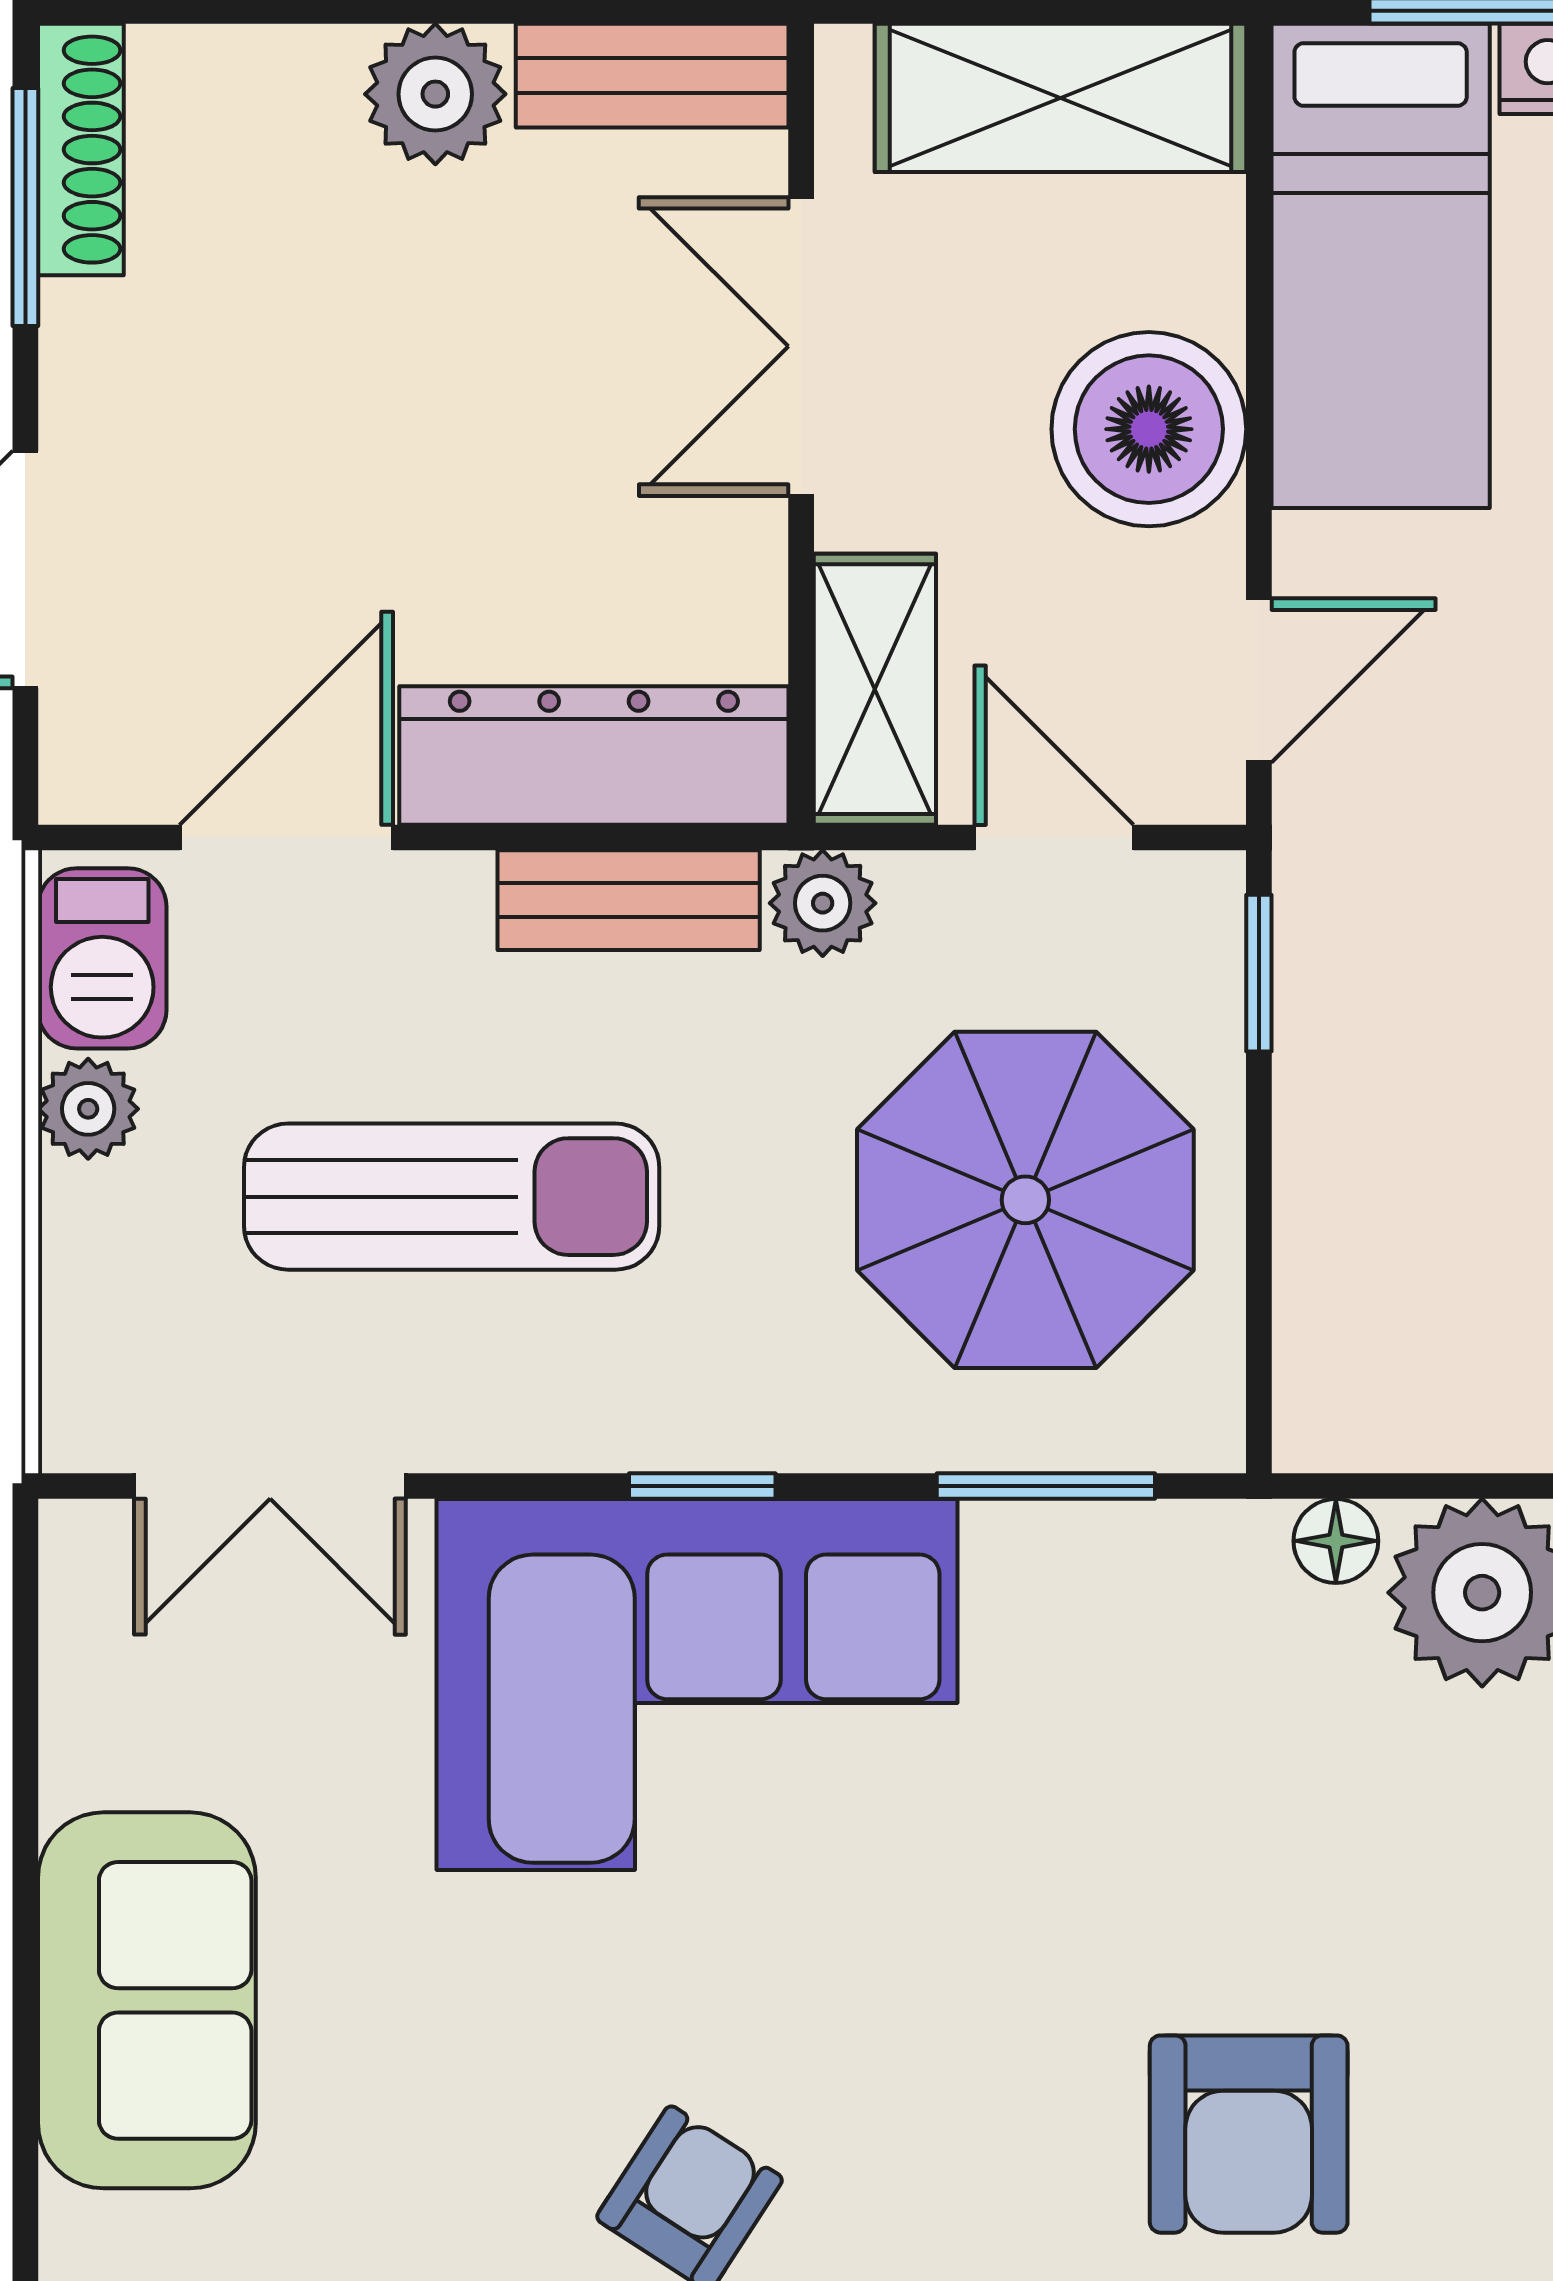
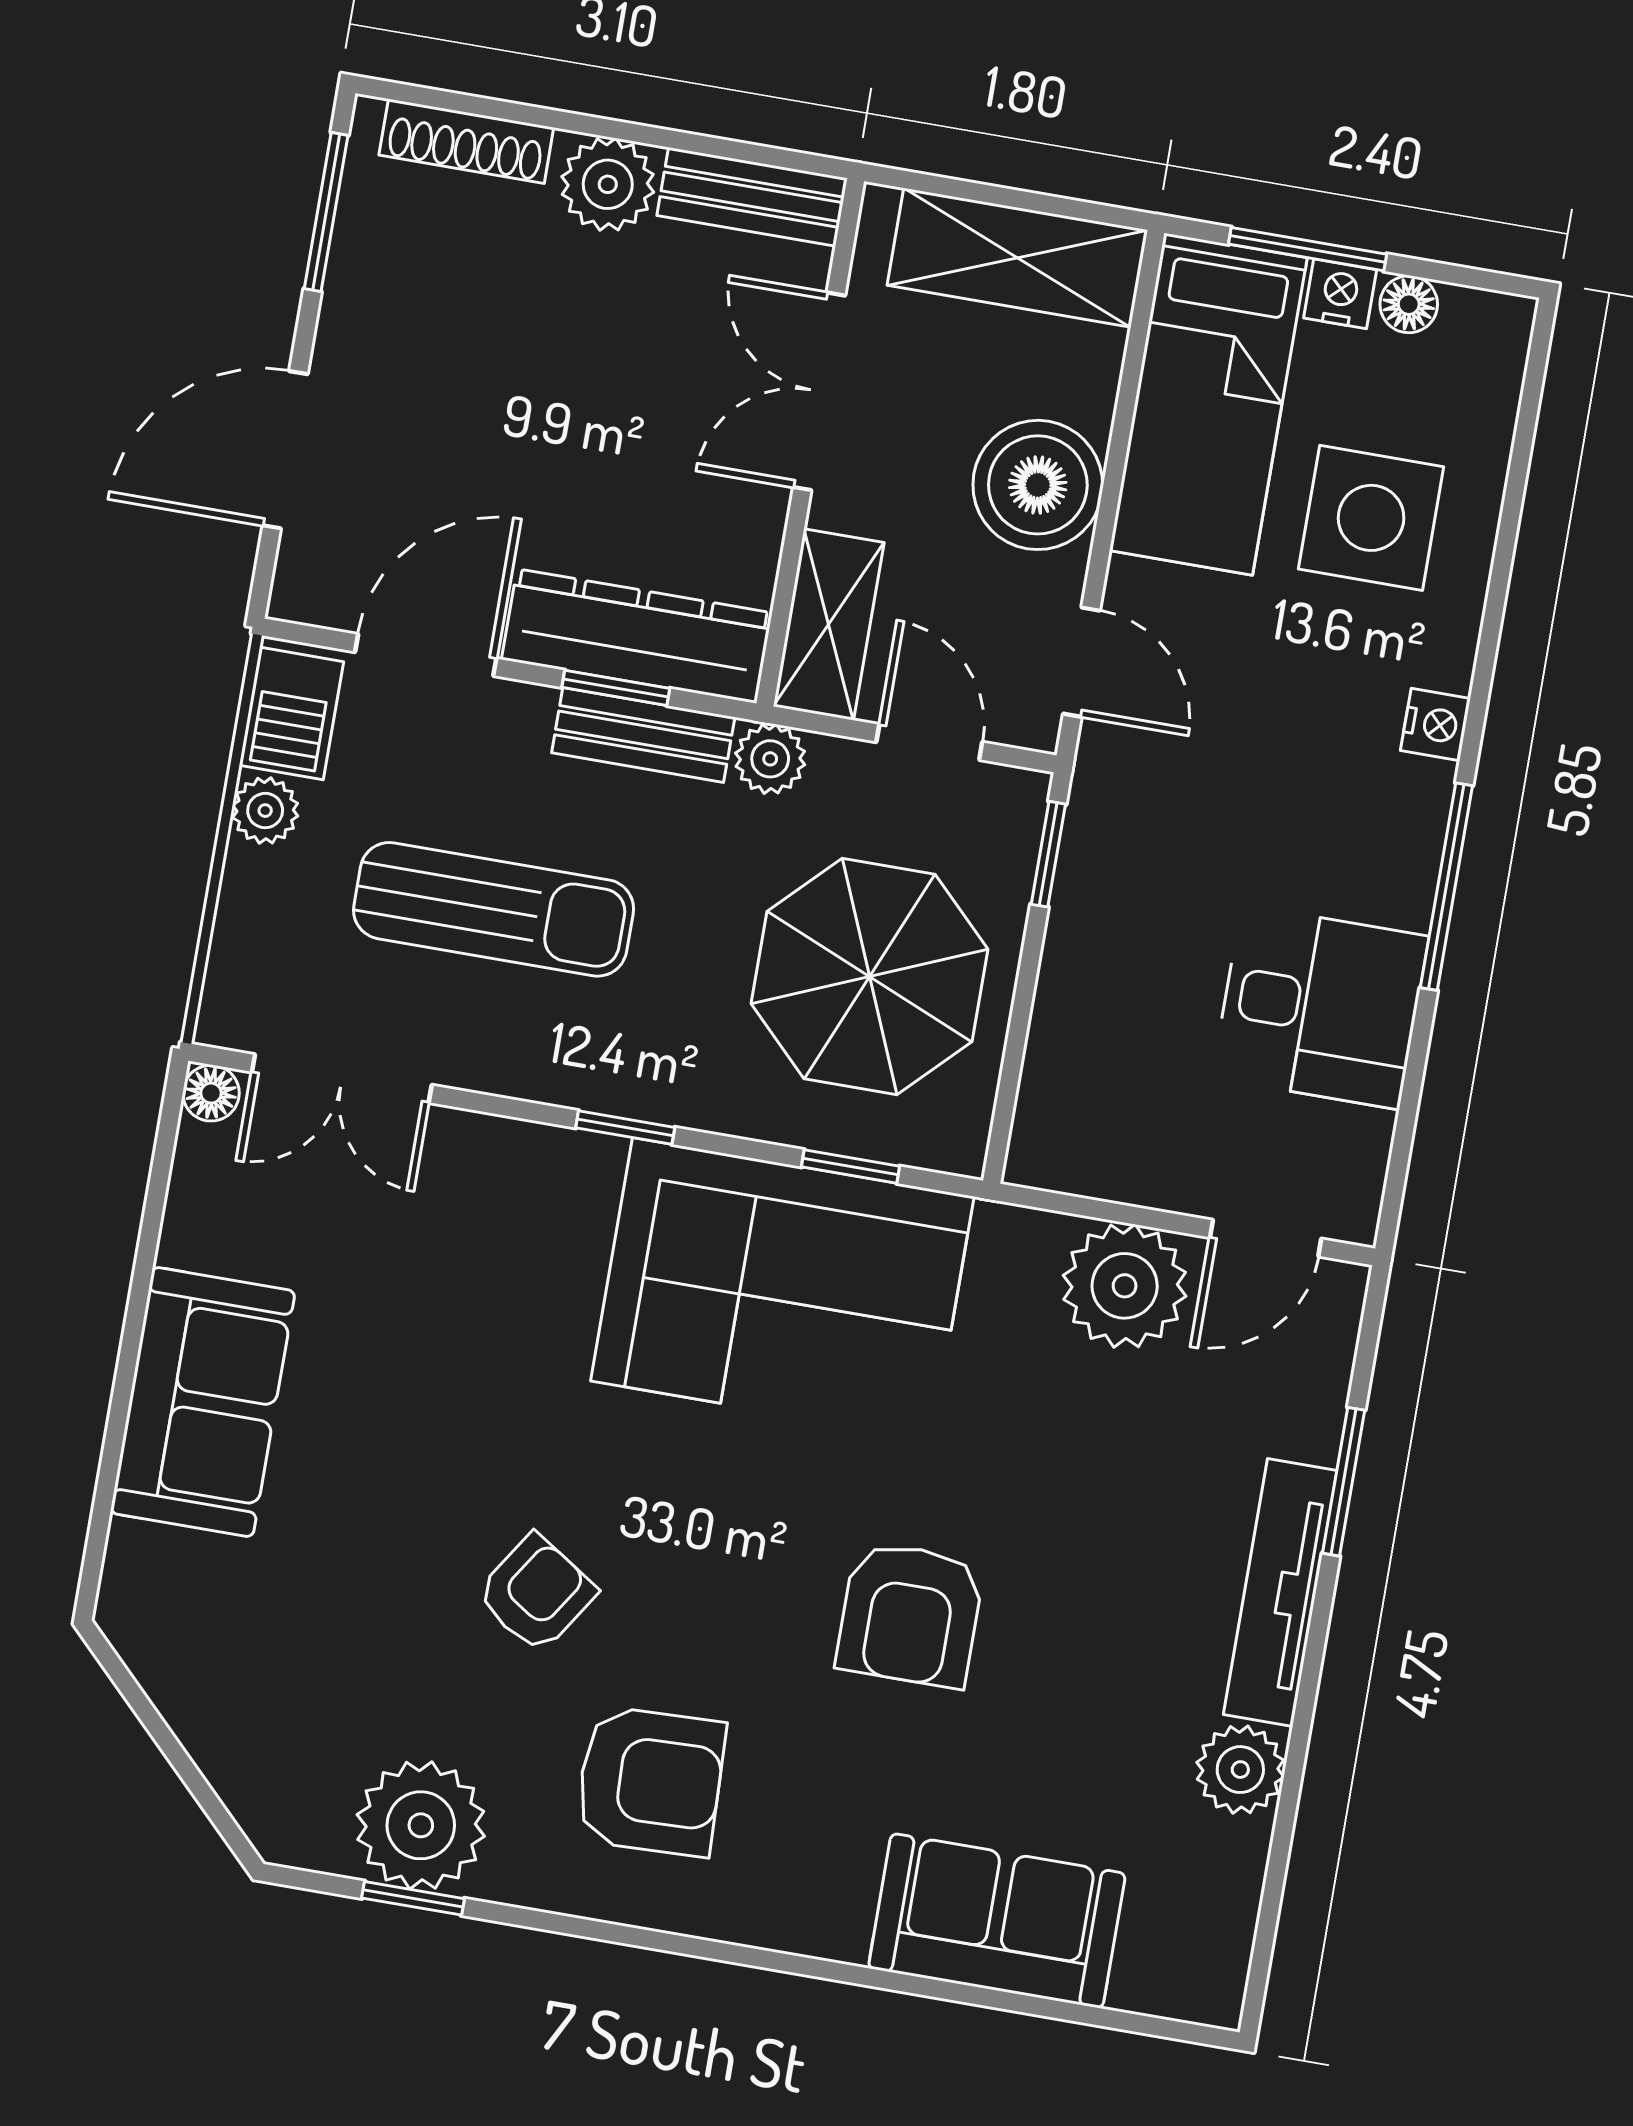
shoe rack: (81, 150) -> (466, 141), moved, turned 90
door: (1259, 680) -> (1082, 662), hinge flipped
window: (576, 837) -> (616, 688), added
window: (1046, 1486) -> (851, 1166), width x0.67
floor lamp: (1336, 1541) -> (211, 1093), moved
corner sofa: (697, 1684) -> (782, 1289), moved

